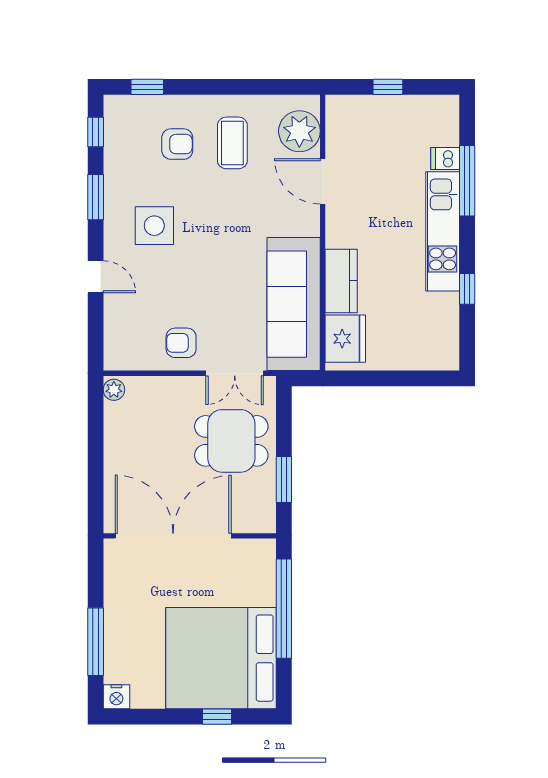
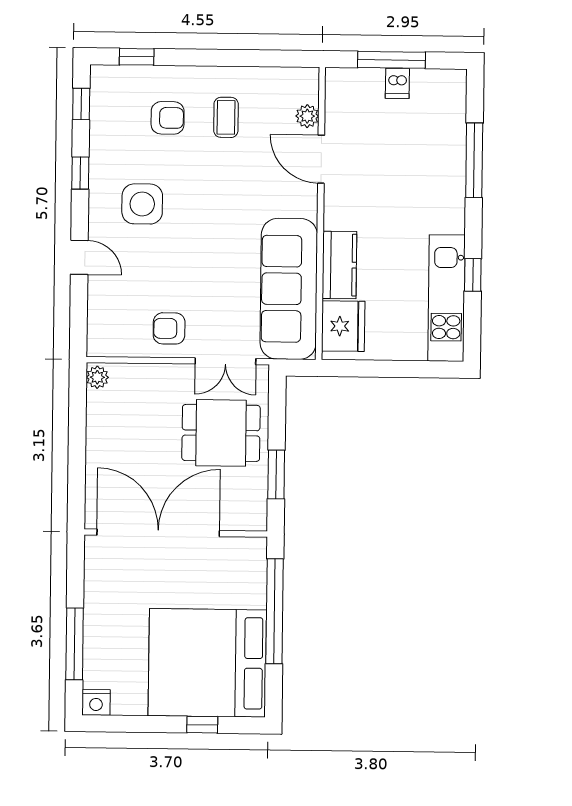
window: (388, 87) -> (392, 60), width x2.17
plant: (299, 131) -> (307, 116), width x0.53, depth x0.53
coffee table: (232, 143) -> (226, 117), width x0.73, depth x0.77
dishwasher: (445, 159) -> (397, 83), moved, turned -90
window: (96, 197) -> (80, 173), width x0.67
kitchen unit: (443, 231) -> (446, 298), moved

